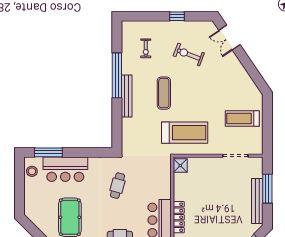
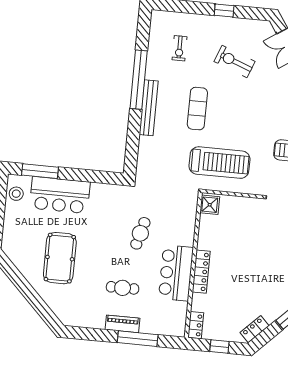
cafe table: (118, 186) -> (140, 233), moved

